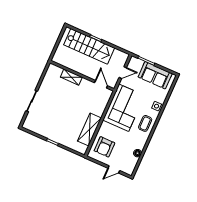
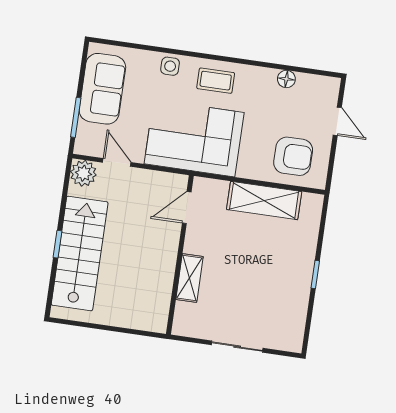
plant: (122, 57) -> (83, 173), added
wall: (82, 76) -> (180, 255), moved
shelving: (71, 77) -> (189, 278), moved
door: (101, 84) -> (187, 208), moved

